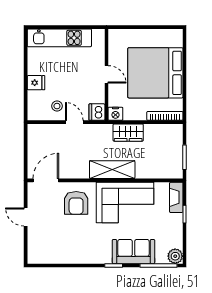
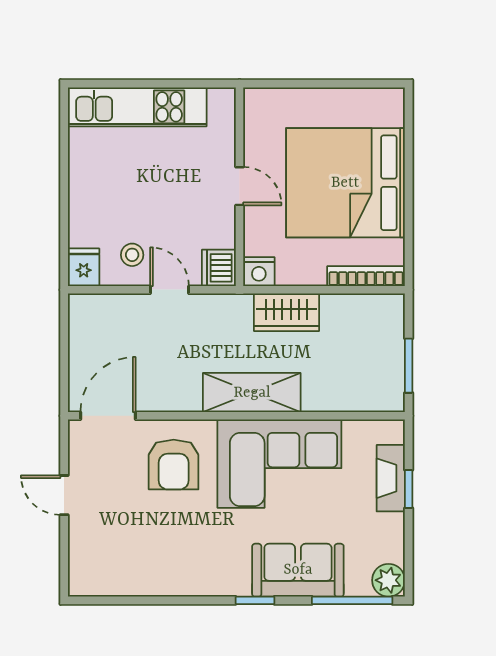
fridge: (36, 83) -> (84, 267), moved, turned -90
fireplace: (176, 197) -> (391, 478), moved

